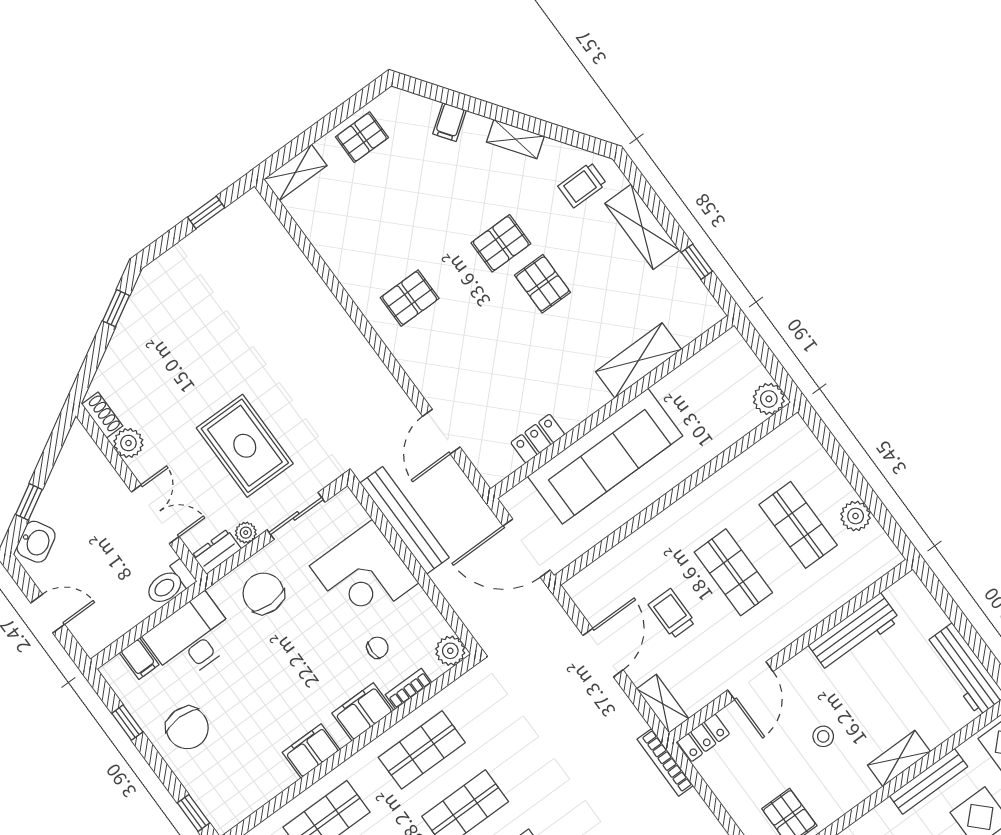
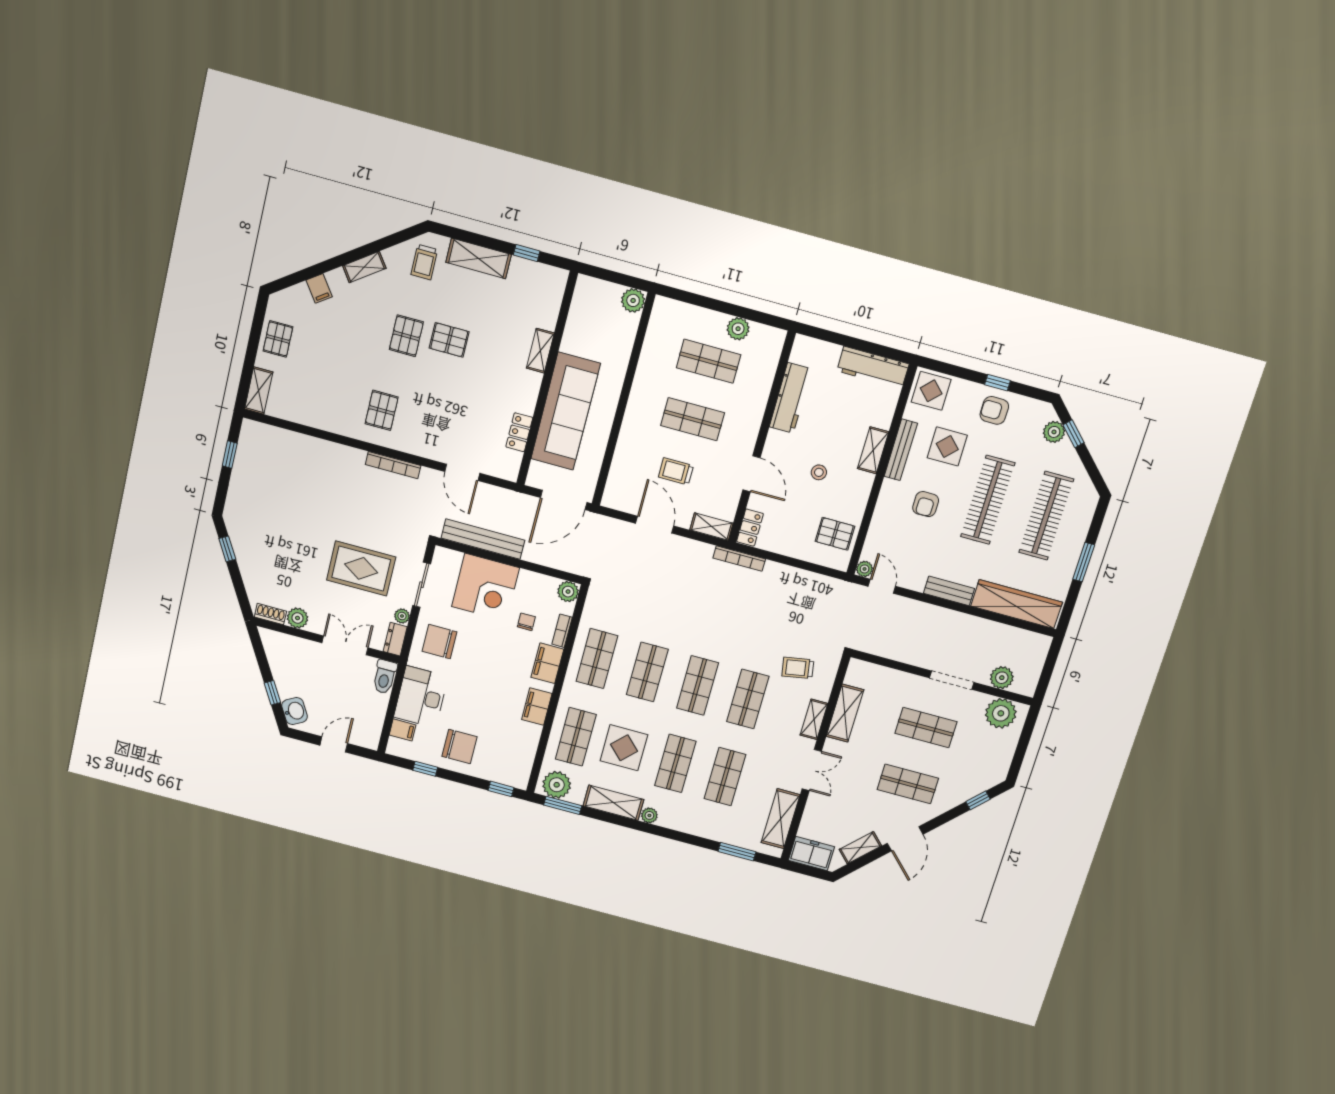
shelving: (638, 360) -> (540, 351), width x0.67, depth x0.75
bookcase: (373, 364) -> (393, 465), added

